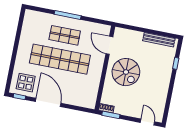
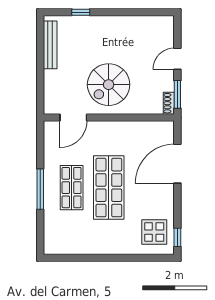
shop shelf: (60, 59) -> (109, 188), width x0.71
spiral stairs: (126, 72) -> (109, 85), turned 180
door: (48, 102) -> (177, 164), moved
door: (147, 122) -> (177, 59), moved

